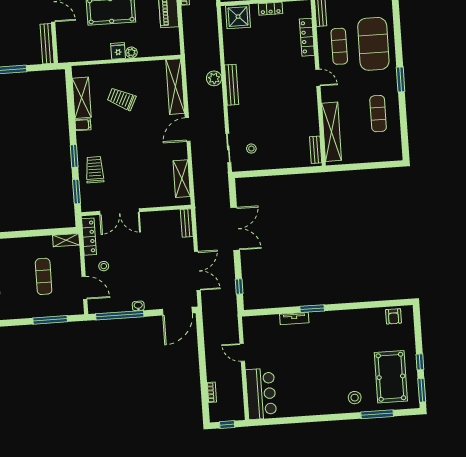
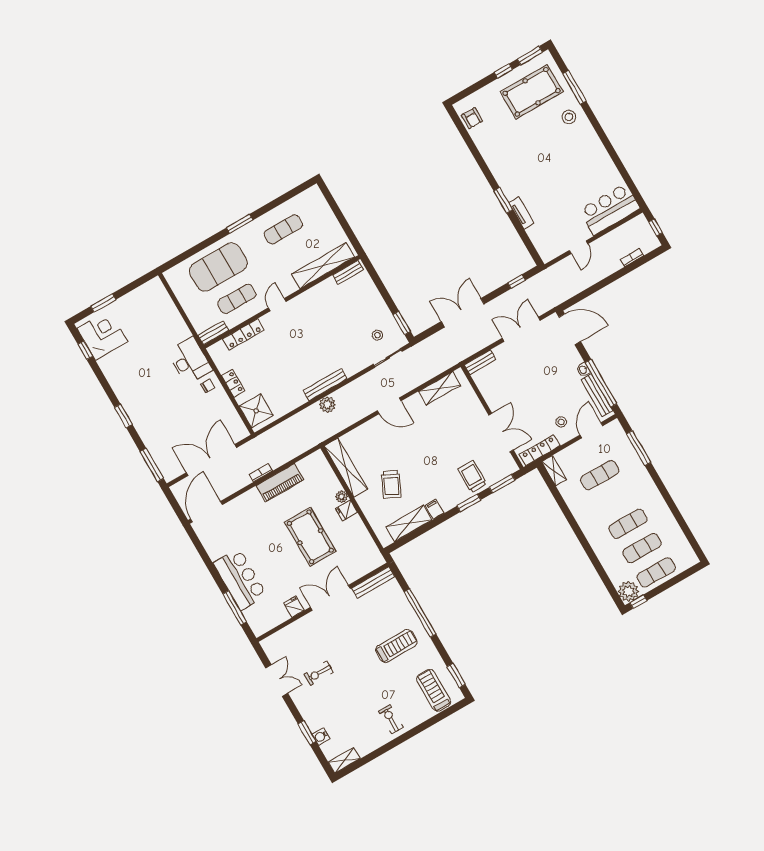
shelving: (175, 87) -> (346, 468), moved, turned 90
trolley: (95, 170) -> (472, 477), turned 90
window: (252, 174) -> (402, 323), added
bench: (111, 307) -> (597, 395), added
armchair: (393, 316) -> (472, 118), turned 90

